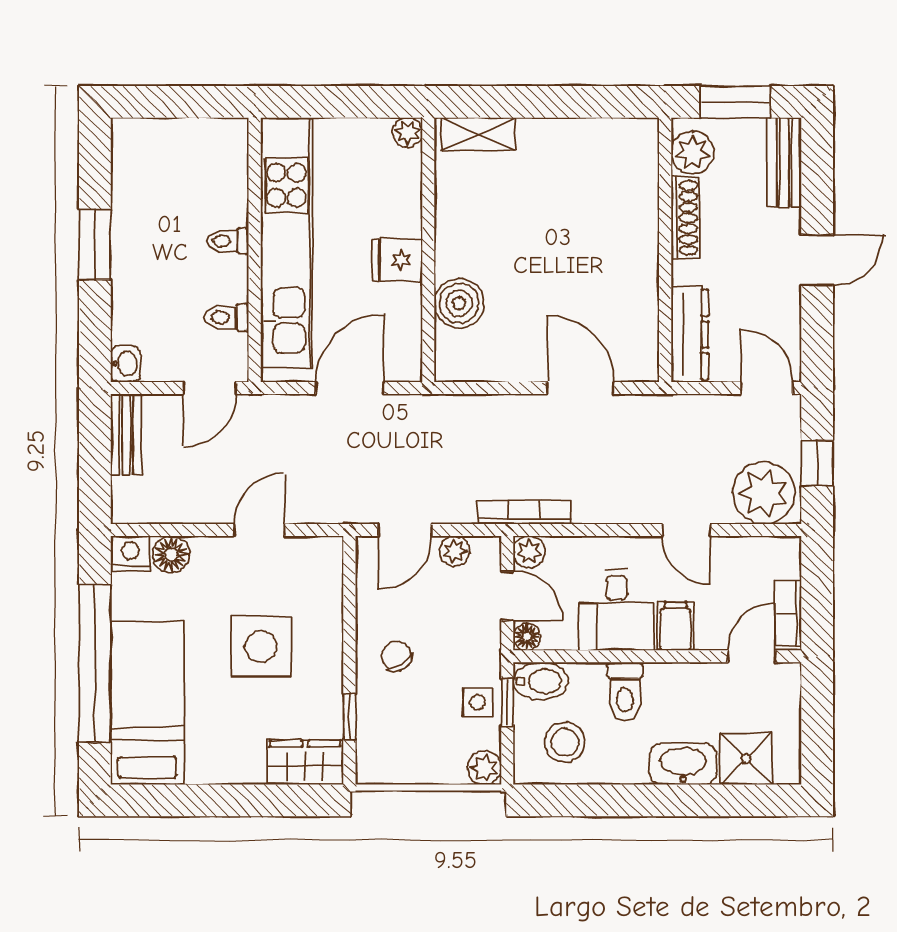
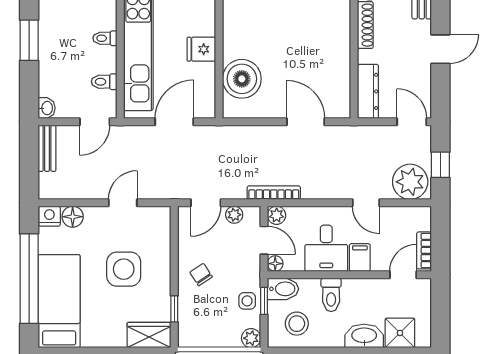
boiler: (459, 303) -> (242, 79), width x1.37, depth x1.37

